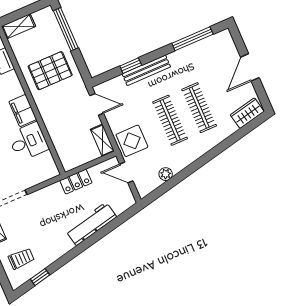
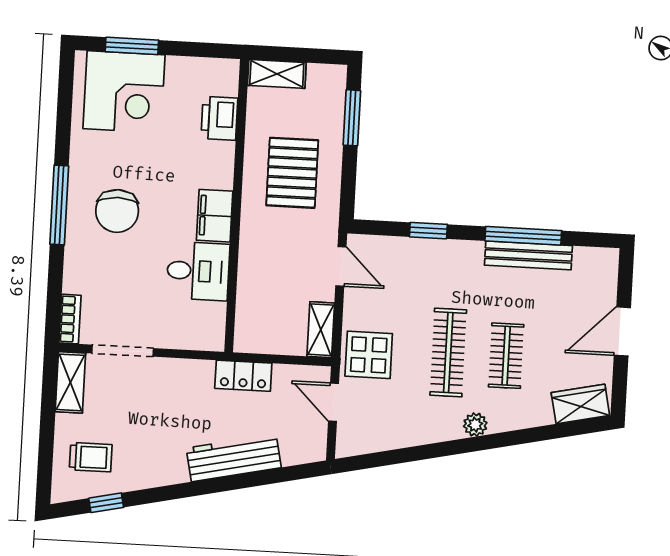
window: (66, 29) -> (352, 118), width x0.69
window: (192, 39) -> (523, 236), moved
bench: (146, 70) -> (528, 255), moved
pallet: (50, 71) -> (292, 173), turned 90
clothes rail: (199, 108) -> (506, 356), width x0.73
plant: (166, 174) -> (475, 425), moved

